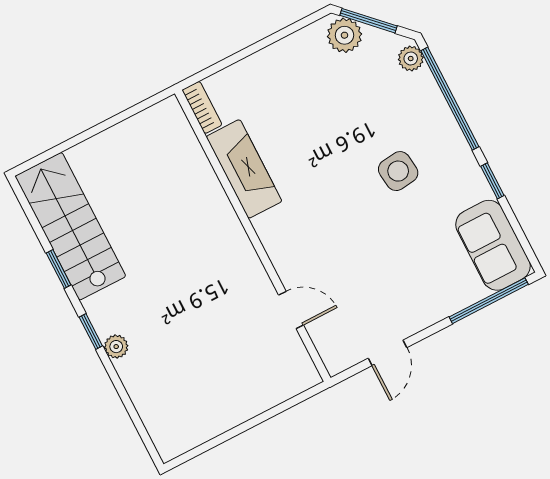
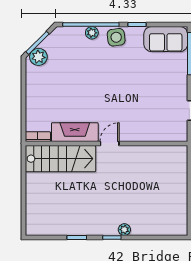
plant: (411, 59) -> (92, 33), moved
side table: (398, 171) -> (116, 37), moved
stairs: (70, 226) -> (60, 159), moved, turned 180
door: (291, 310) -> (110, 144), moved

